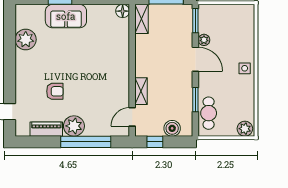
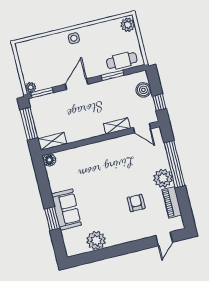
plant: (204, 40) -> (31, 87), moved

